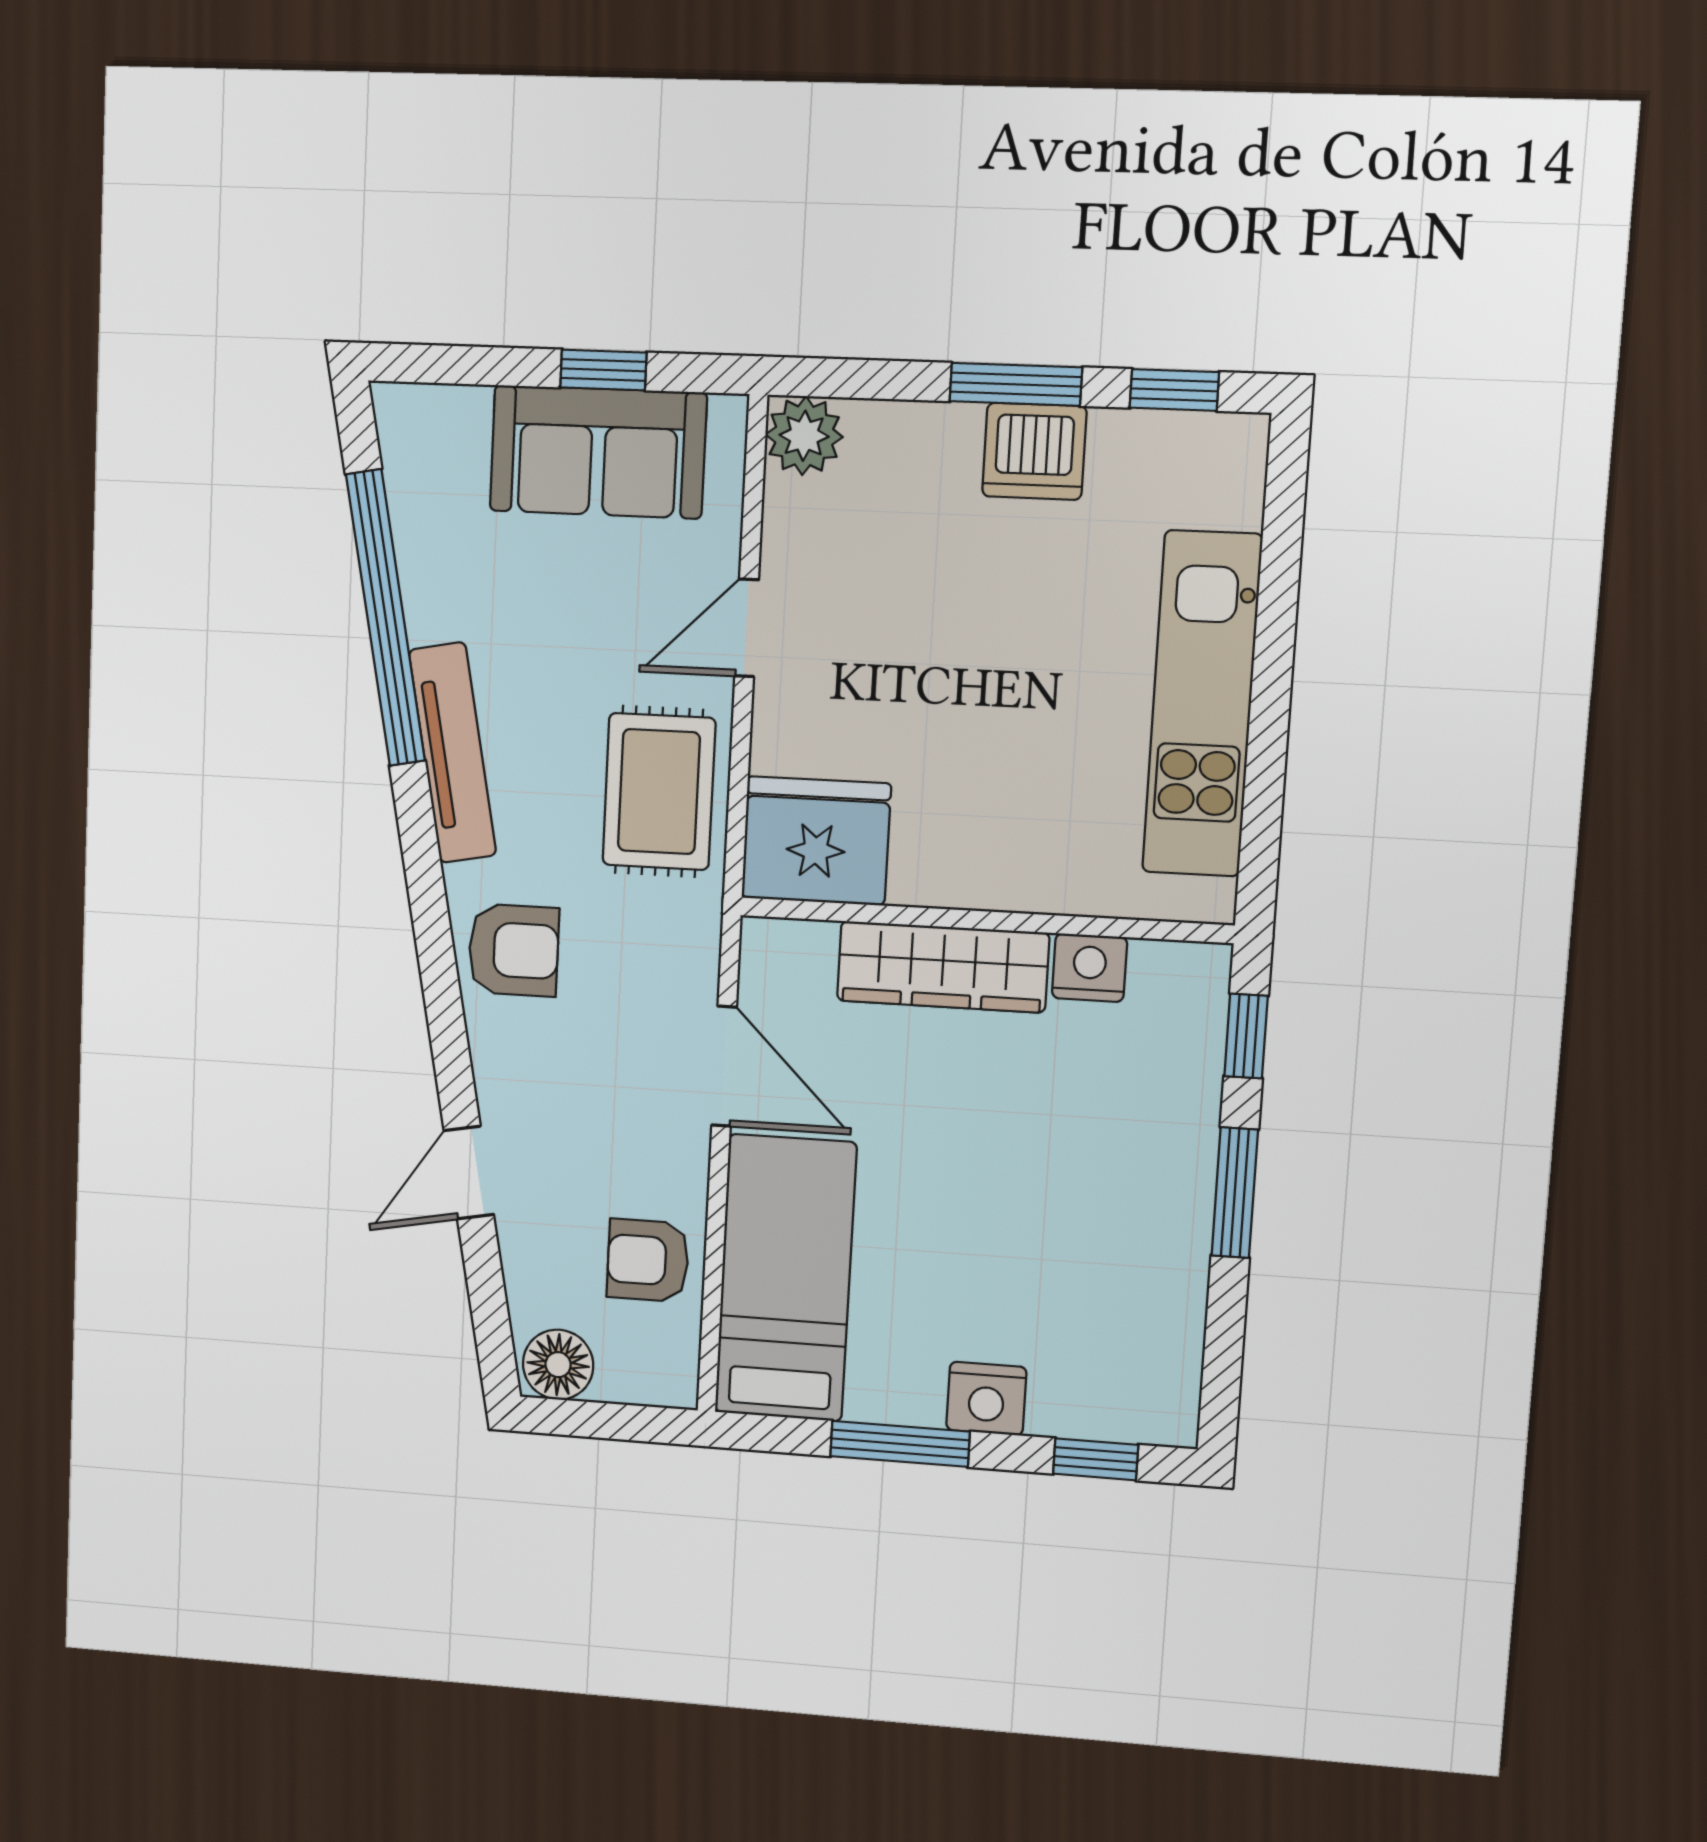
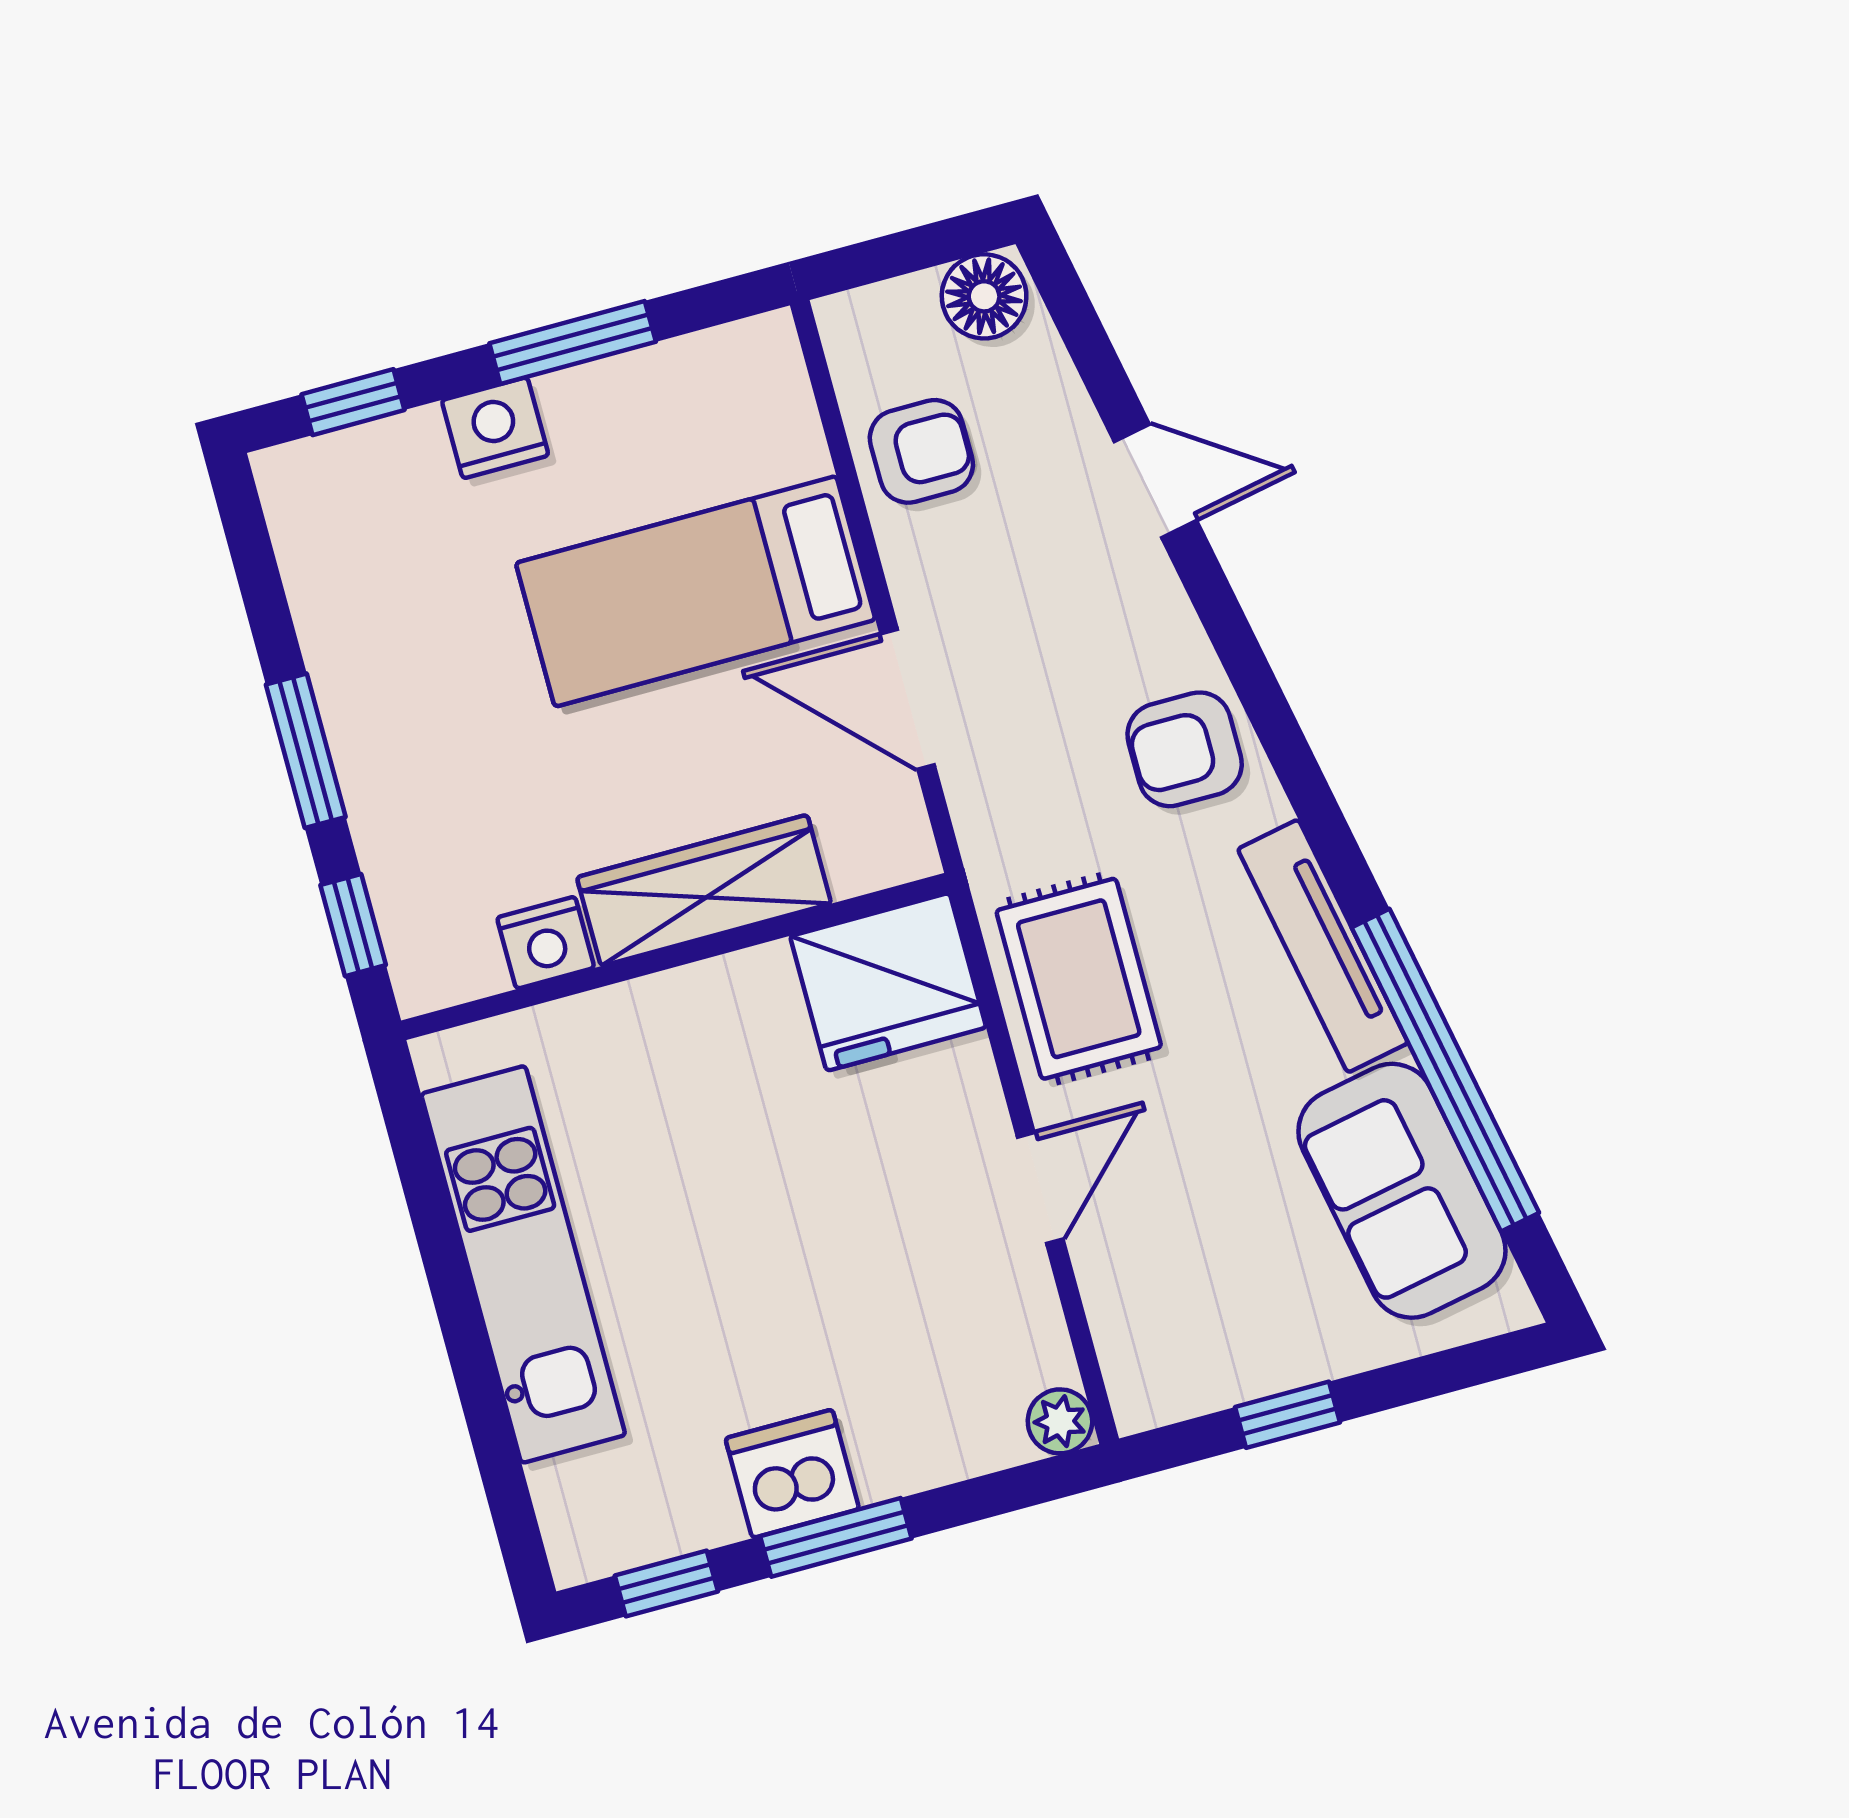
plant: (804, 436) -> (1060, 1421), width x0.73, depth x0.73
sofa: (598, 452) -> (1402, 1191), moved, turned -101
door: (469, 1173) -> (1155, 481), hinge flipped
bed: (785, 1278) -> (696, 591), moved, turned 90

